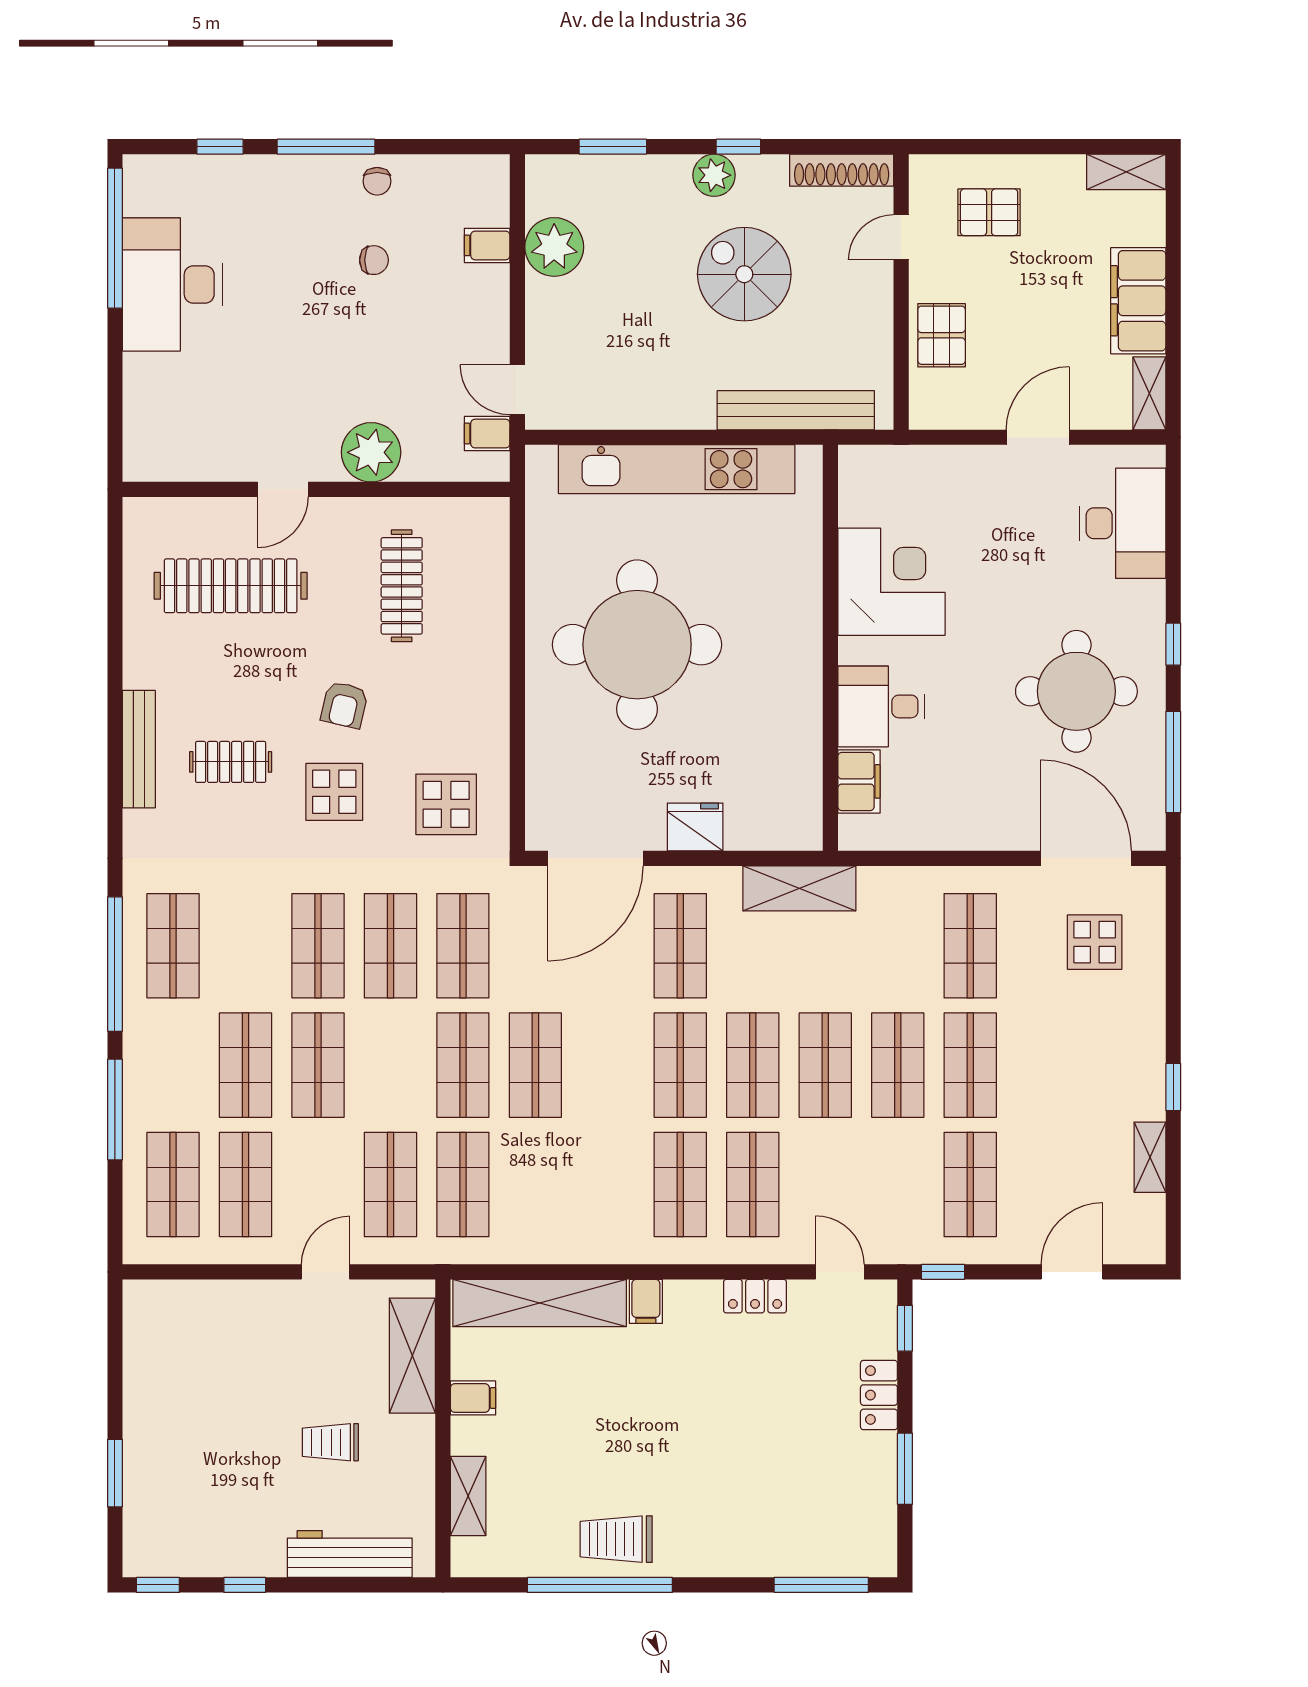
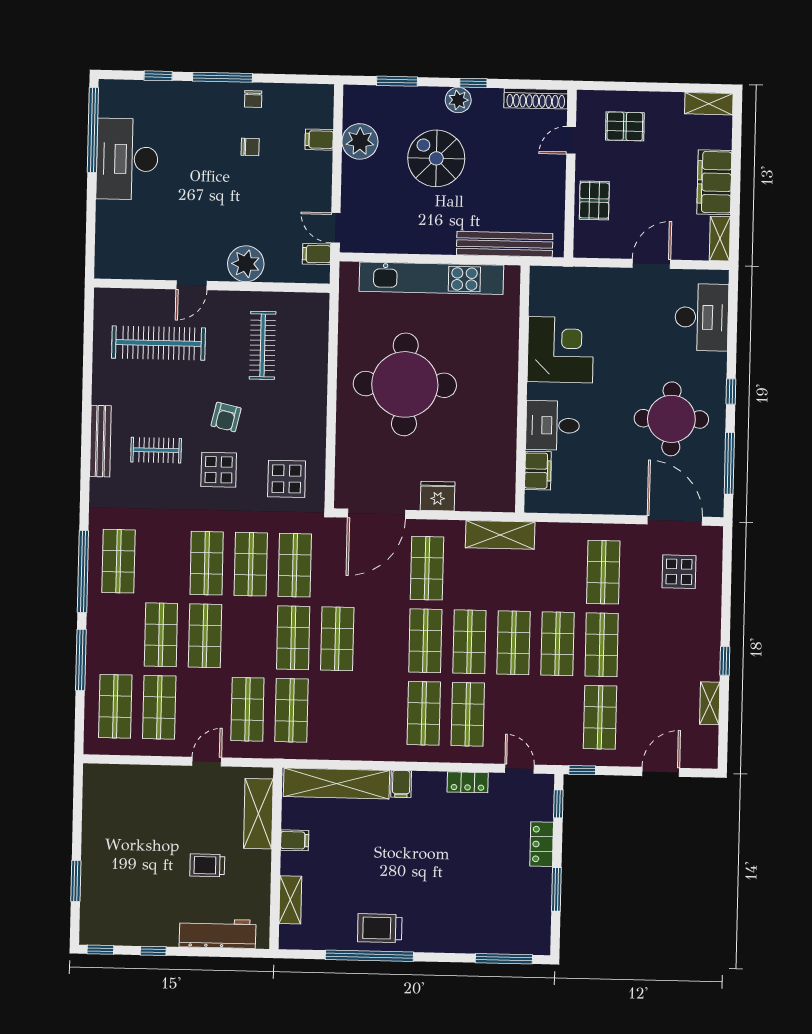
spiral stairs: (744, 274) -> (436, 158), moved

